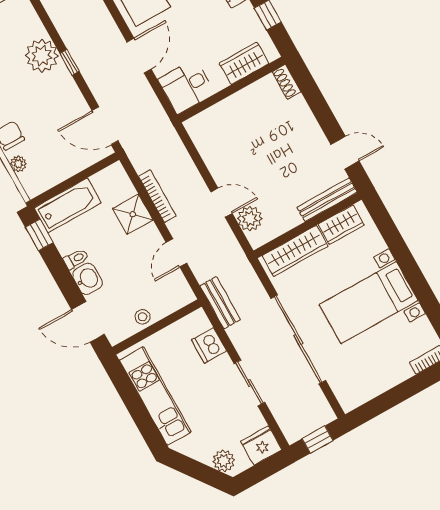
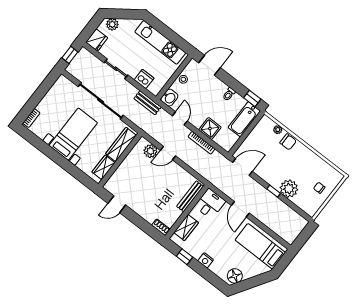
bench: (327, 200) -> (190, 196), moved
washbasin: (87, 279) -> (169, 98), moved, turned -90

